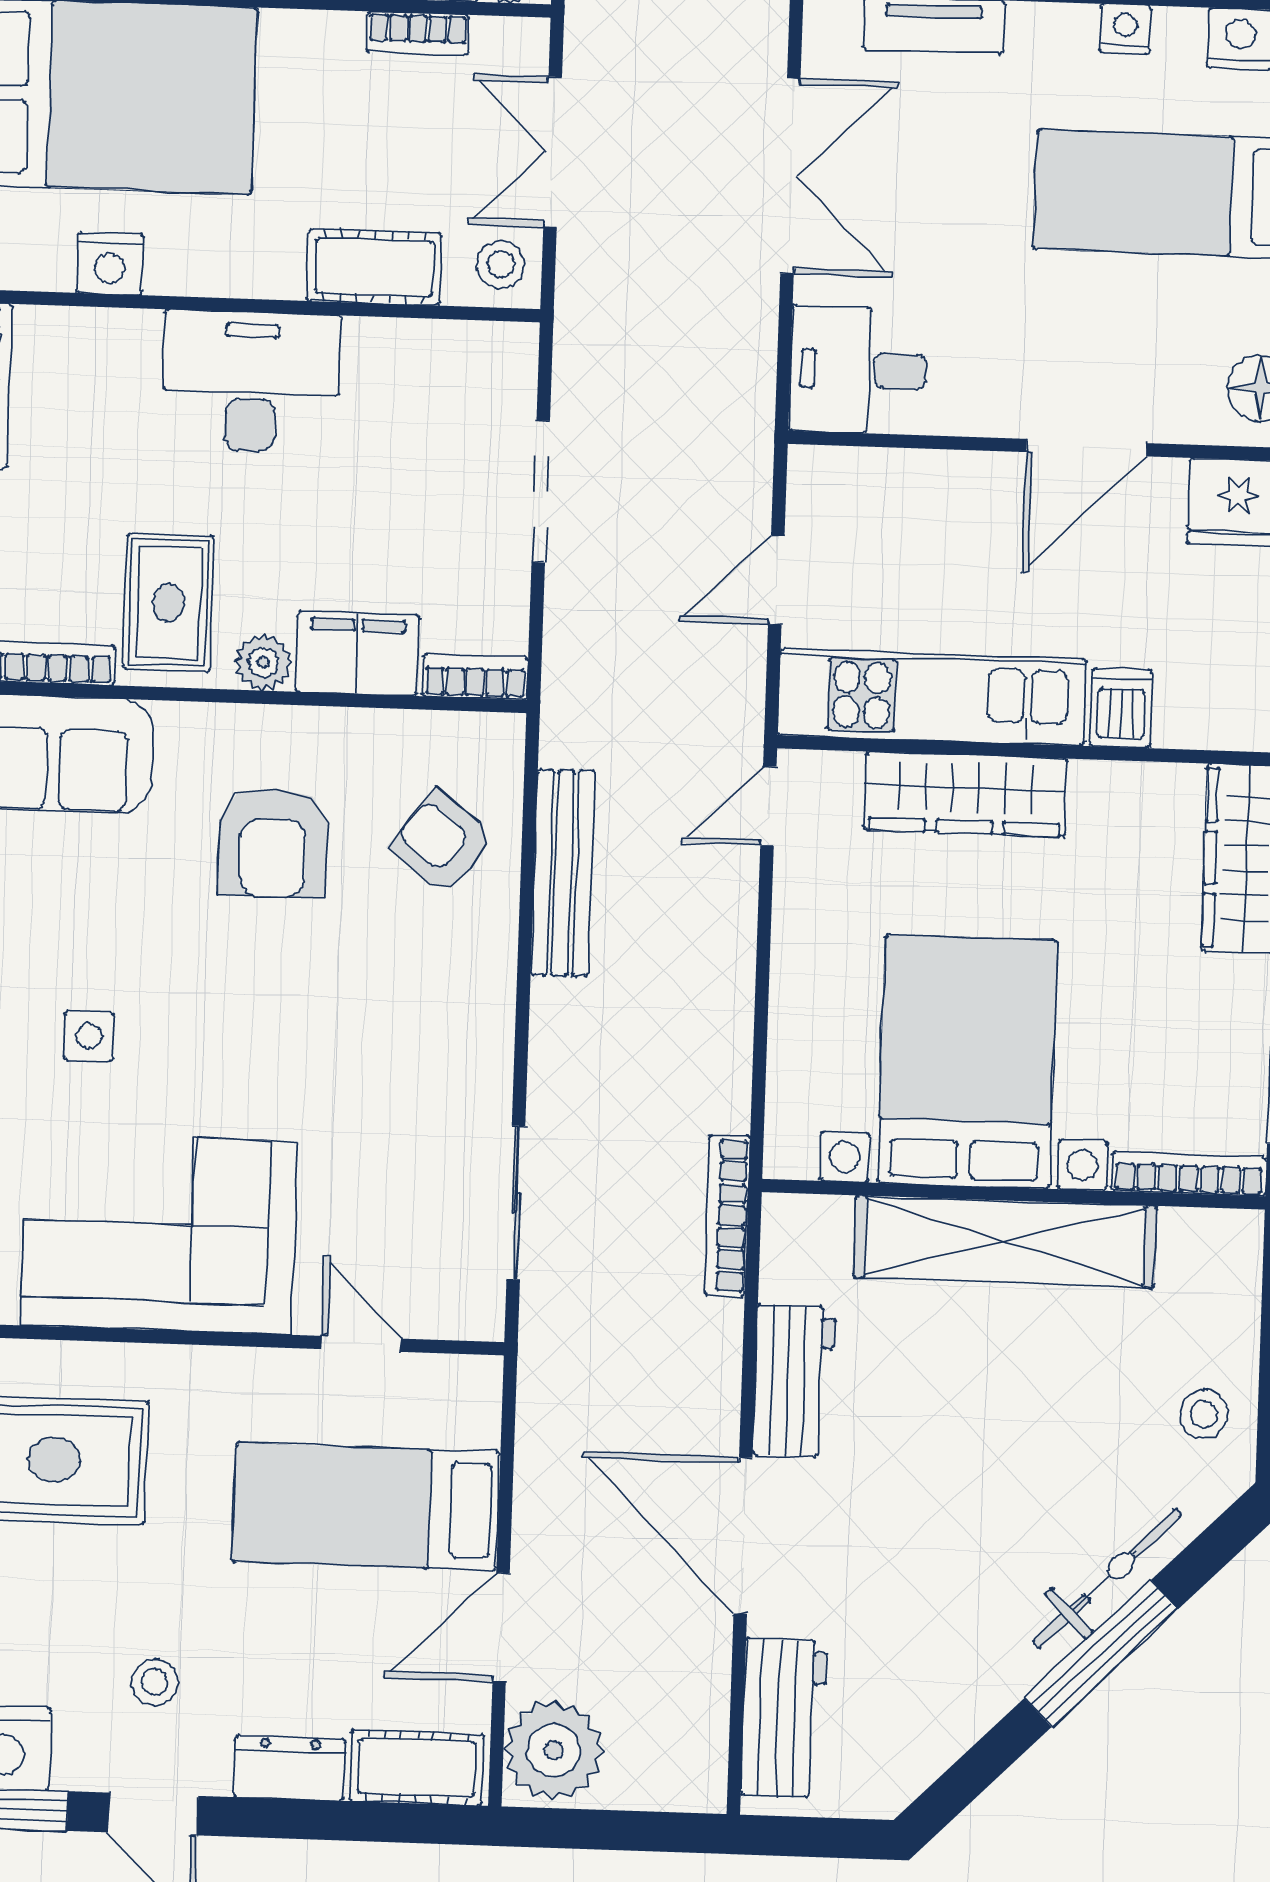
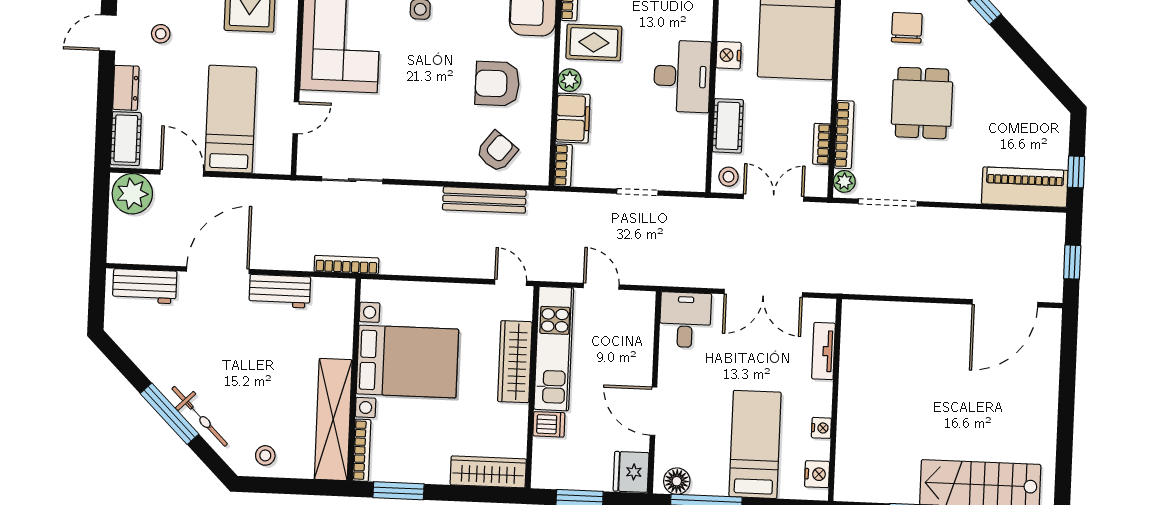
nightstand: (110, 264) -> (729, 55), moved
doorway: (541, 492) -> (637, 192), width x0.73
shelving: (1005, 1242) -> (333, 420), moved

